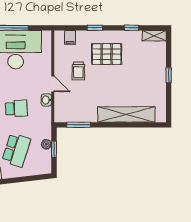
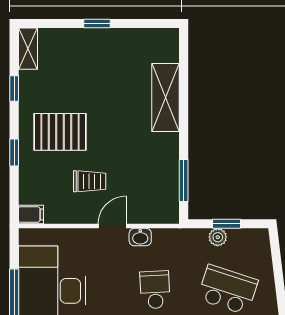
filing cabinet: (70, 37) -> (31, 214), moved
pallet: (107, 54) -> (60, 132), turned 90
shelving: (126, 114) -> (166, 97), width x0.68

